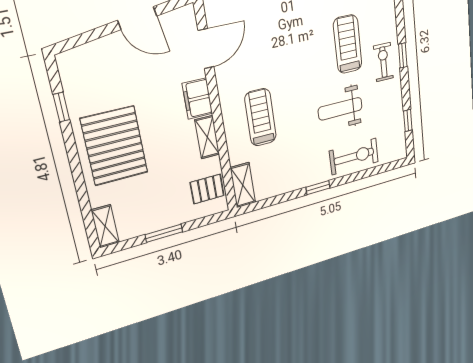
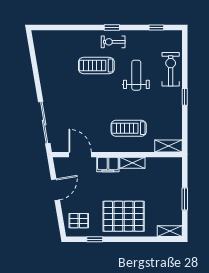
weight bench: (340, 109) -> (136, 75), turned 180
pallet: (207, 189) -> (79, 221), moved, turned 90

